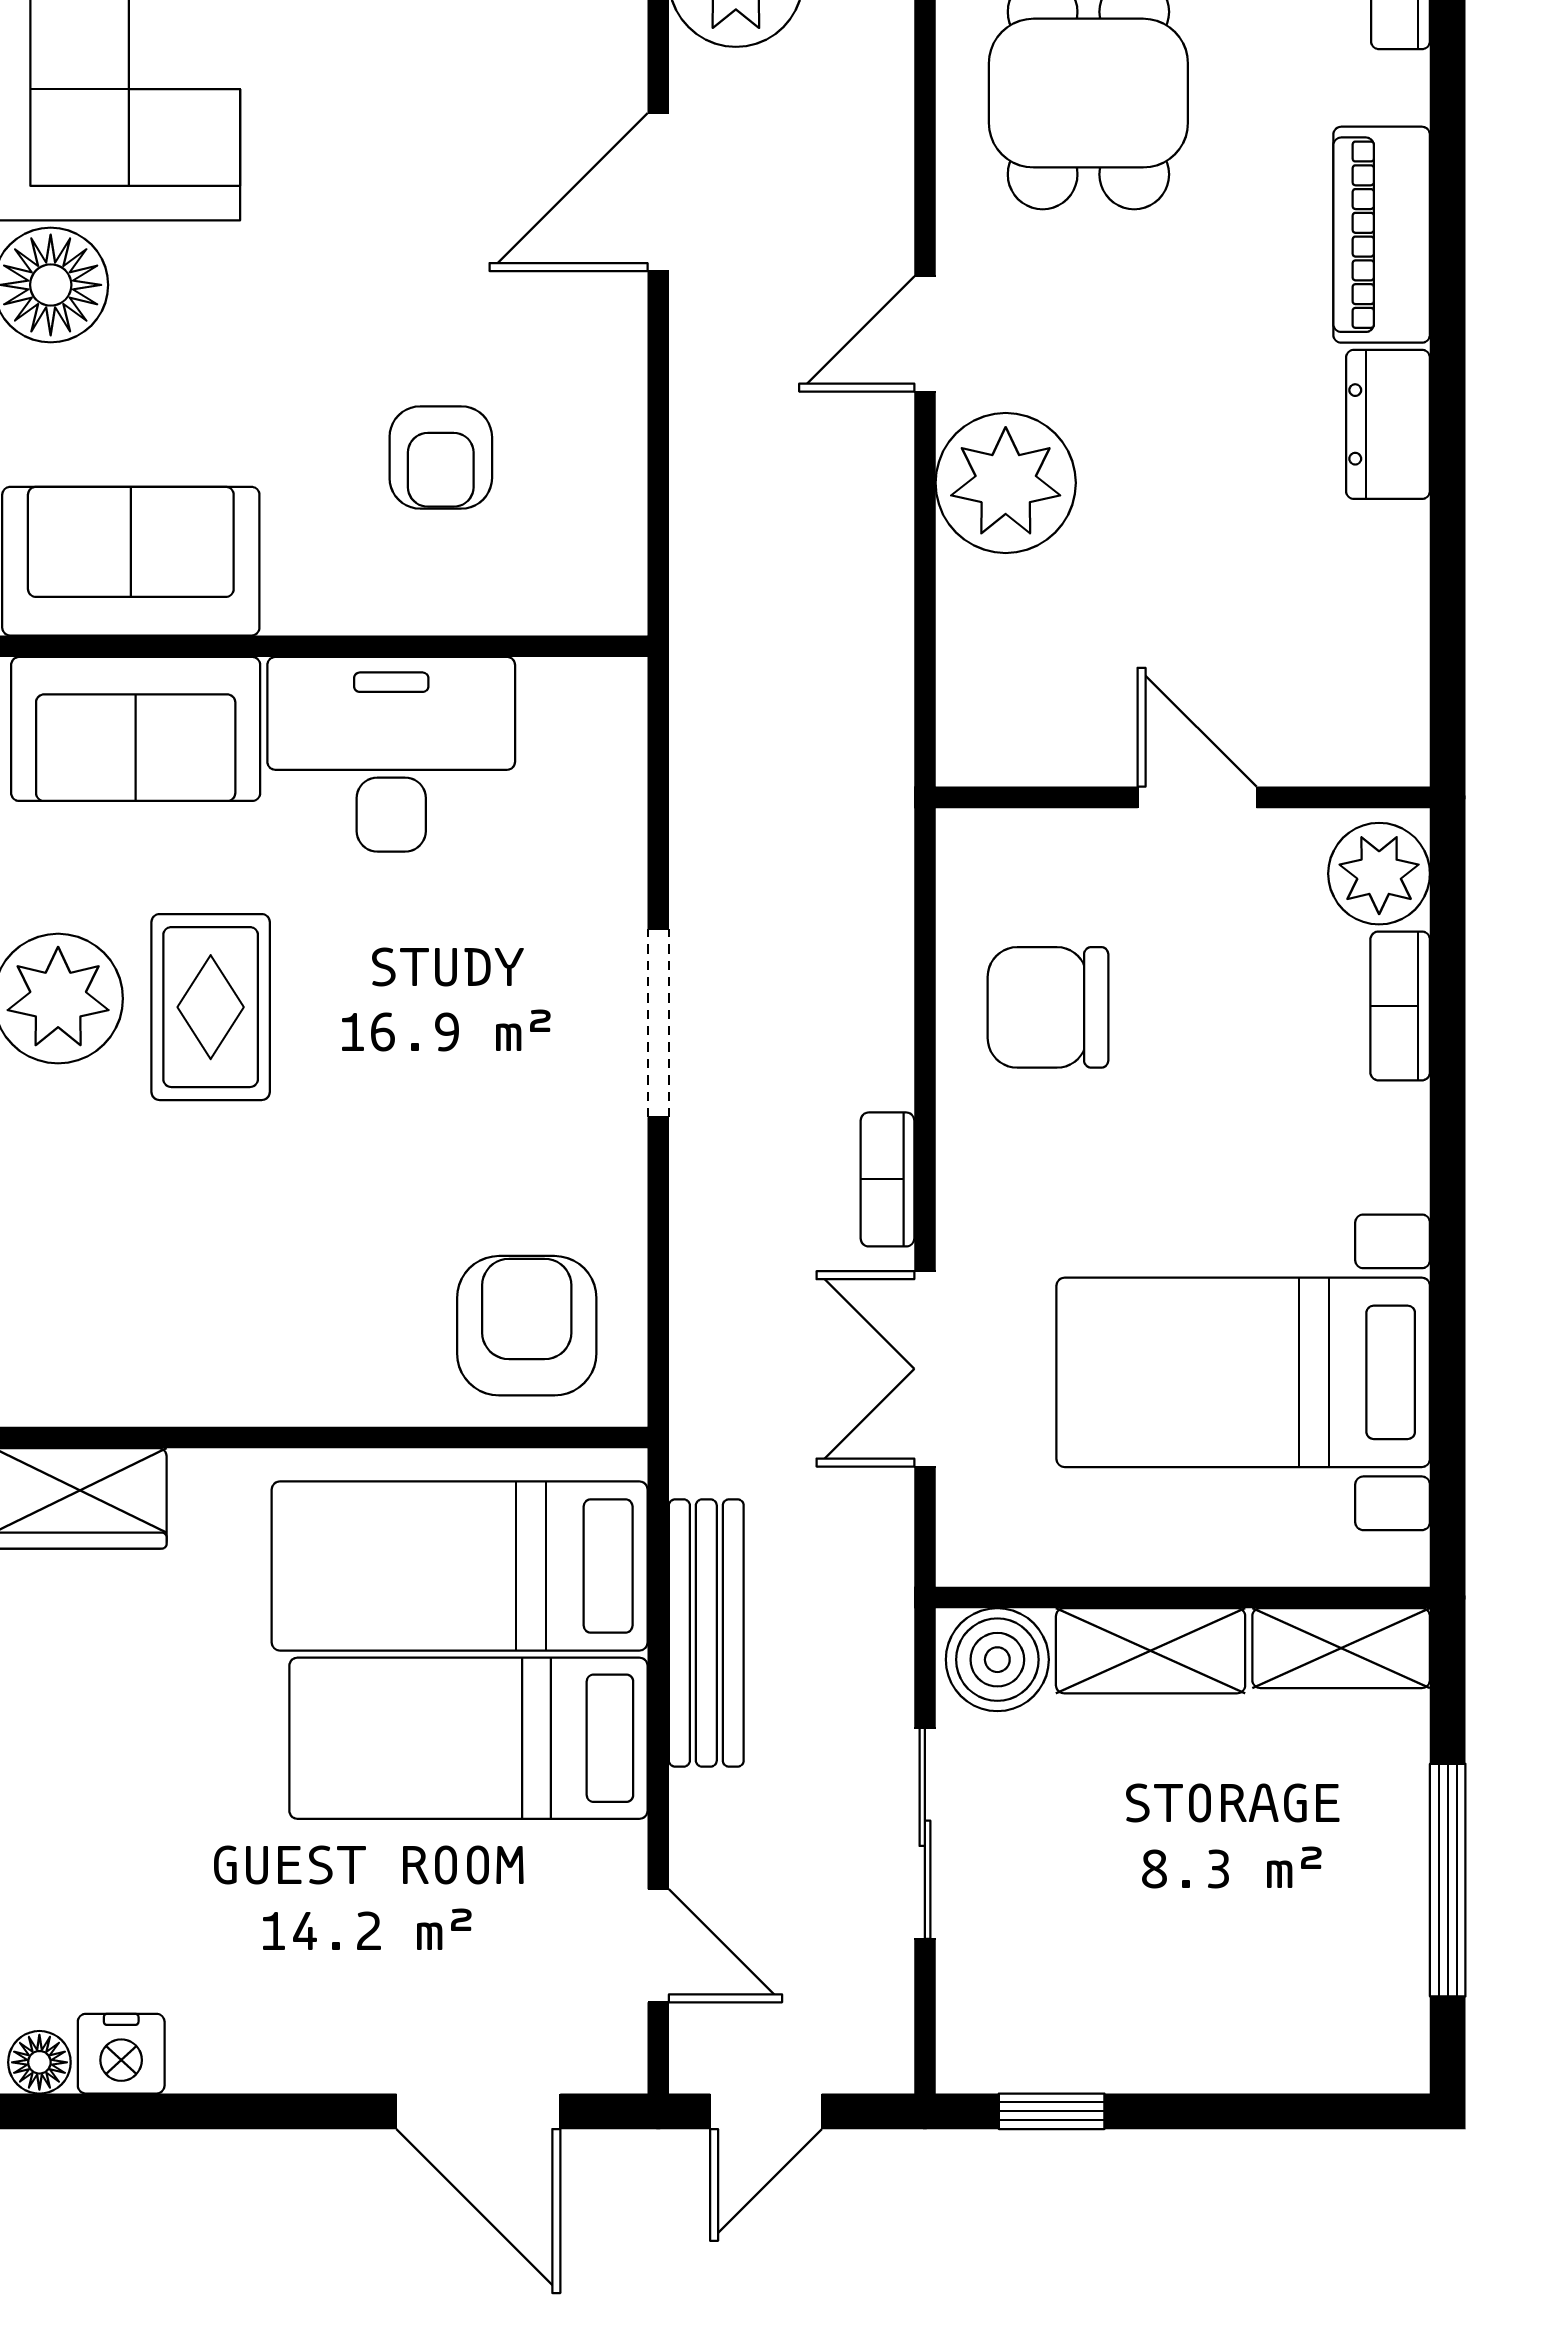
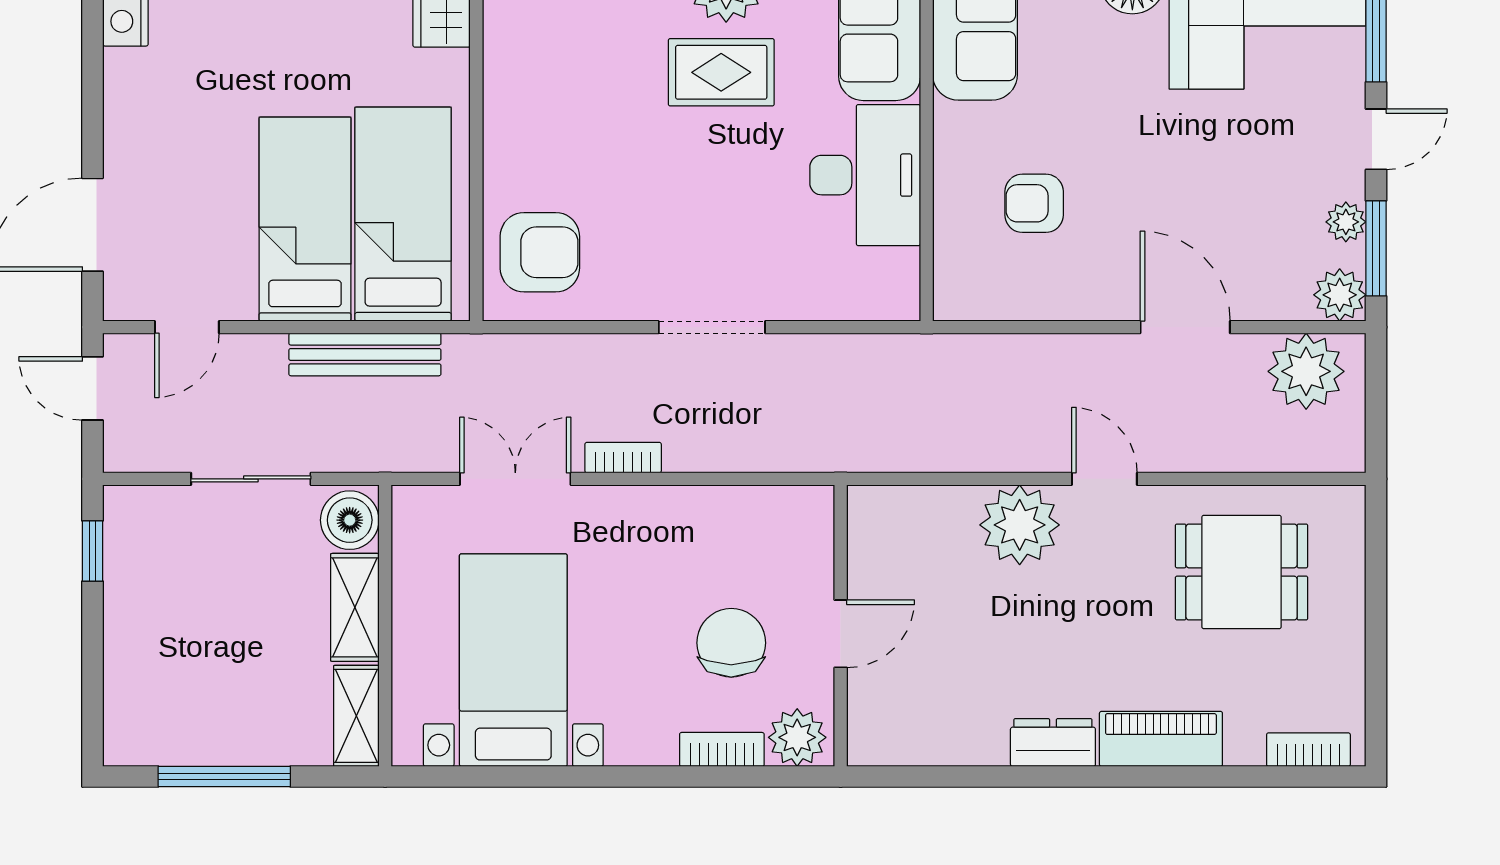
chair: (1048, 1007) -> (731, 643), moved

